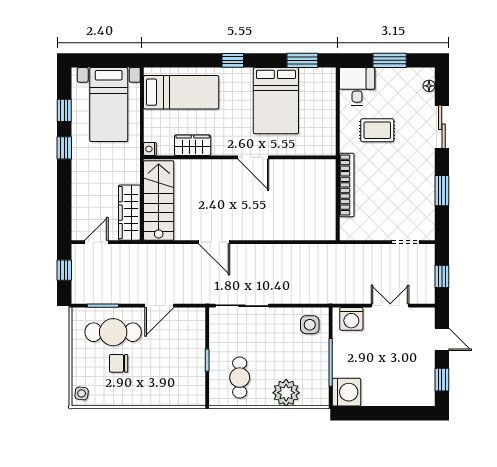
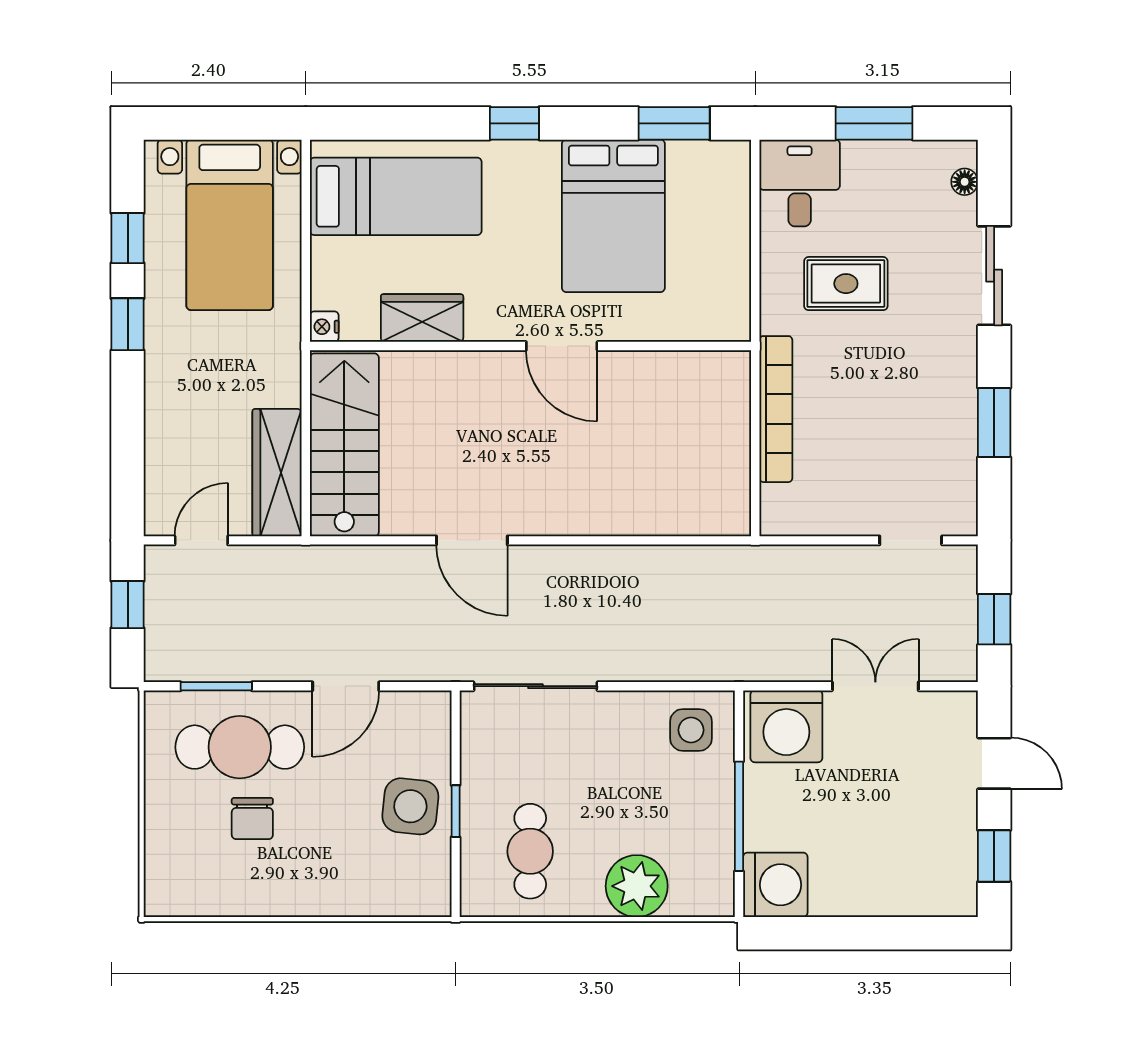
washing machine: (351, 319) -> (786, 726), width x1.37, depth x1.37
chair: (119, 363) -> (252, 819), turned -90
side table: (82, 393) -> (410, 806), moved, width x1.87, depth x1.87

